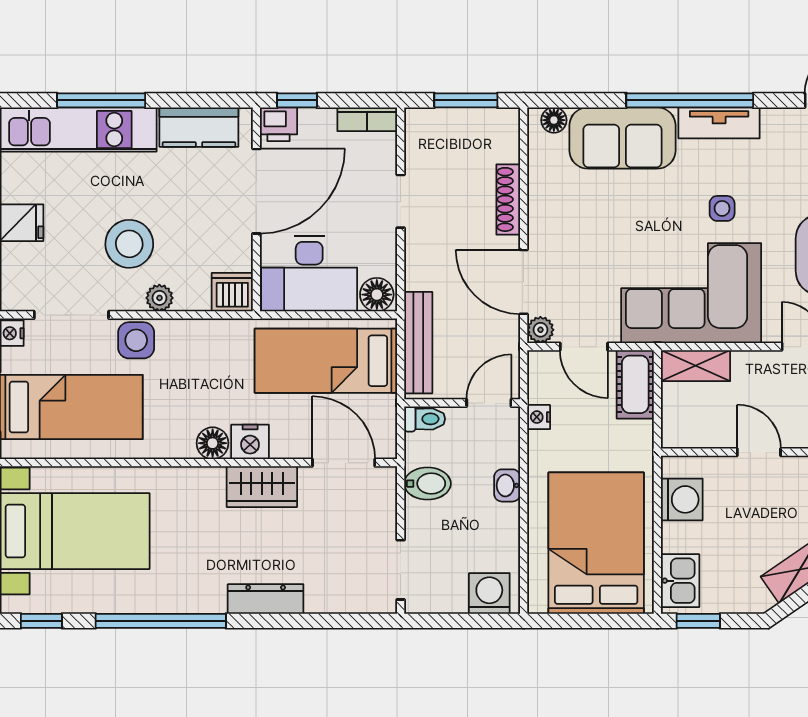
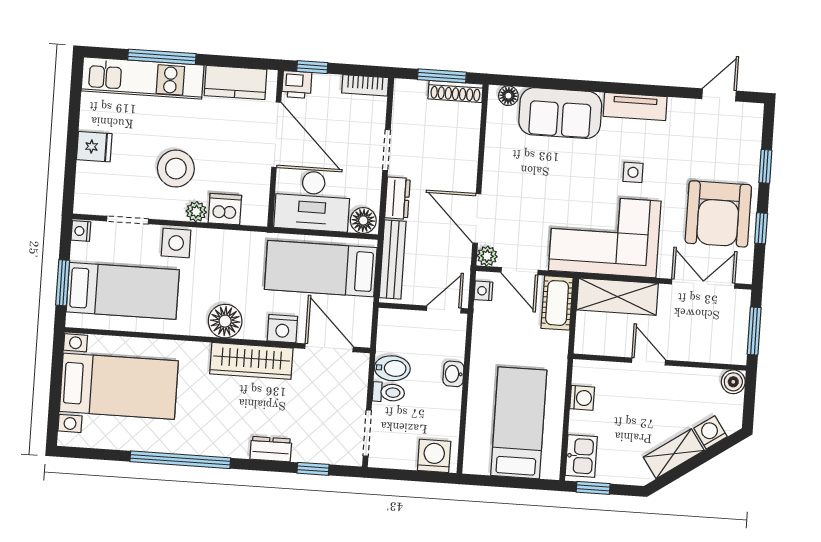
window: (690, 100) -> (614, 88), removed
door: (256, 191) -> (276, 135), hinge flipped
shoe rack: (508, 199) -> (456, 92), moved, turned -90
dresser: (419, 263) -> (397, 198), added
dishwasher: (232, 292) -> (225, 209), moved
doorway: (71, 315) -> (128, 220), width x0.73
shelving: (696, 366) -> (617, 297), width x1.50, depth x1.33
nightstand: (539, 417) -> (483, 291), moved
toilet: (425, 419) -> (389, 392), moved
nightstand: (250, 442) -> (282, 329), moved
floor lamp: (213, 443) -> (225, 321), width x1.38, depth x1.38
wardrobe: (262, 487) -> (251, 361), width x1.50
washing machine: (682, 499) -> (582, 398), width x0.73, depth x0.73
bed: (596, 543) -> (519, 423), width x0.67
dresser: (266, 599) -> (271, 449), width x0.70
window: (41, 621) -> (313, 469), moved

